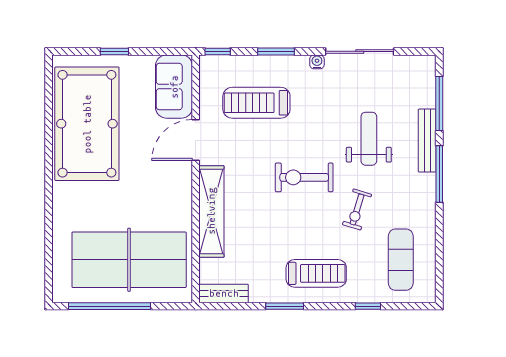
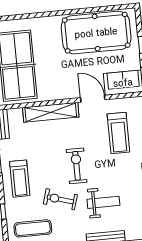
treadmill: (256, 103) -> (118, 133), turned 180
exercise bike: (357, 210) -> (60, 199), width x1.38, depth x1.39

